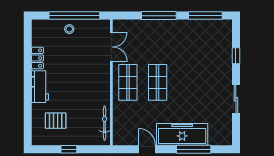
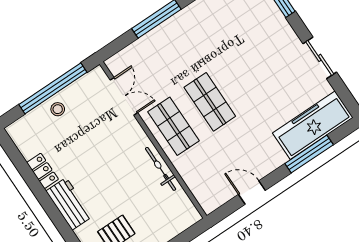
bicycle: (105, 123) -> (161, 169), moved
freezer: (182, 134) -> (313, 125), moved

